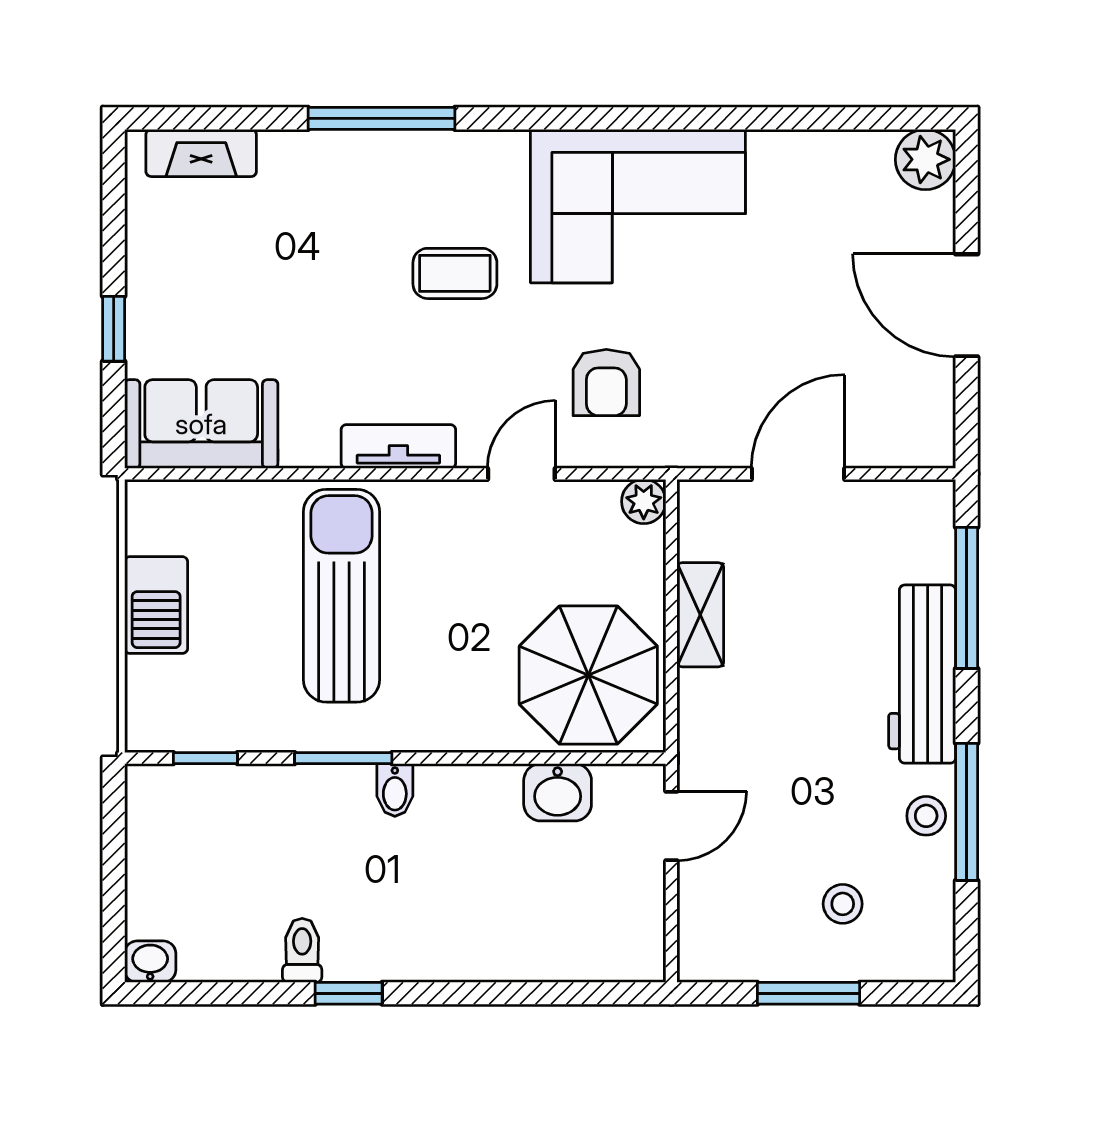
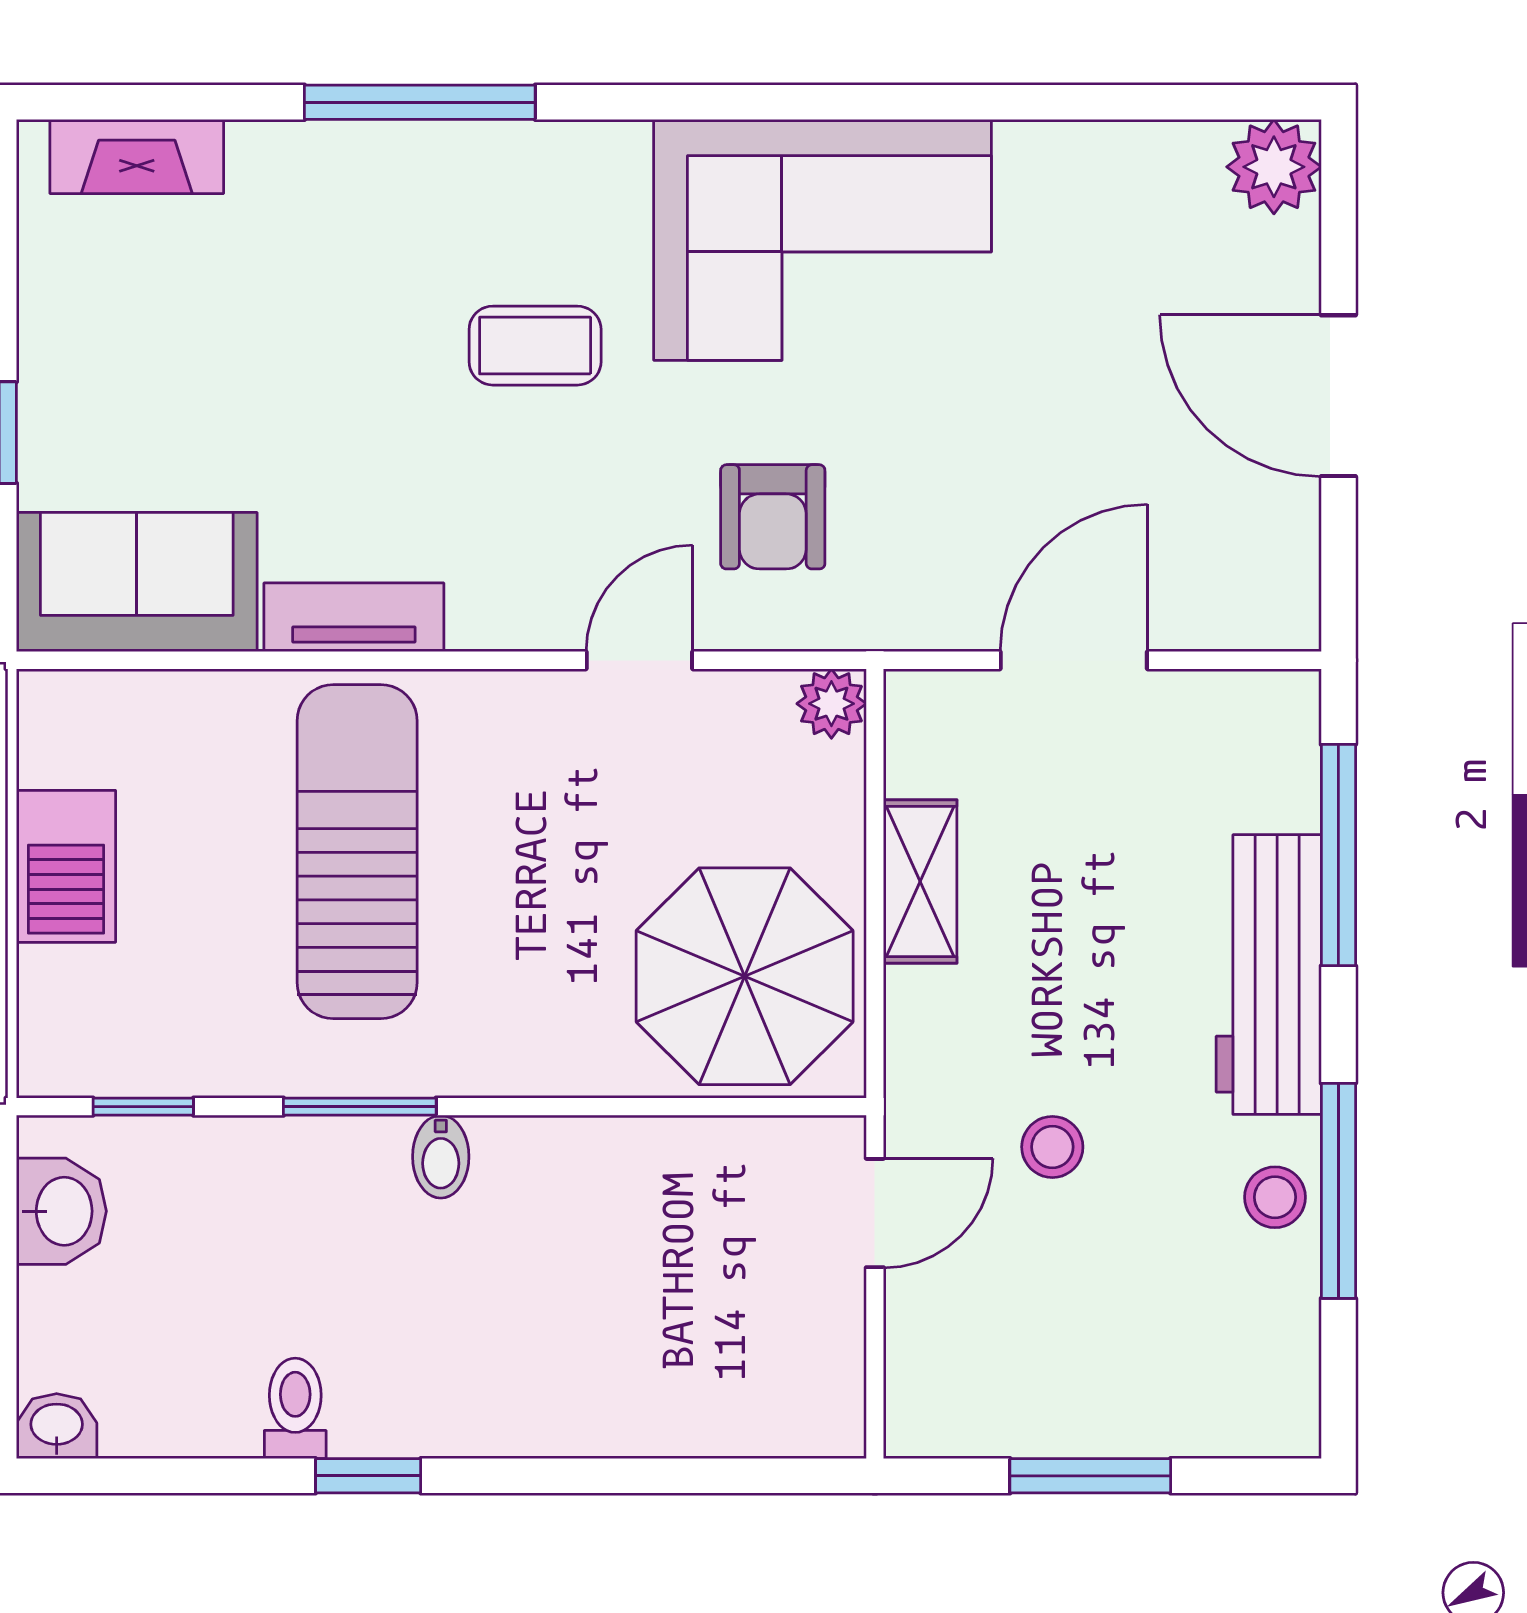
tv unit: (398, 446) -> (354, 617), moved
washbasin: (558, 792) -> (61, 1211), moved, turned -90
stool: (843, 904) -> (1052, 1147), moved

